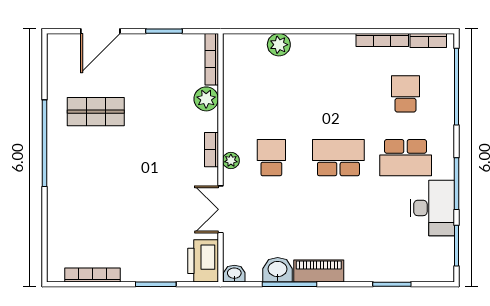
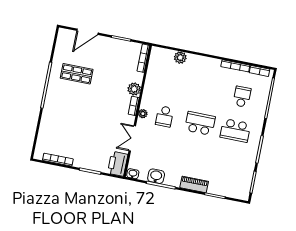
plant: (206, 99) -> (134, 89), moved
school desk: (271, 158) -> (164, 116), turned 180
desk: (432, 208) -> (244, 160), removed
piano: (319, 271) -> (194, 184), moved

